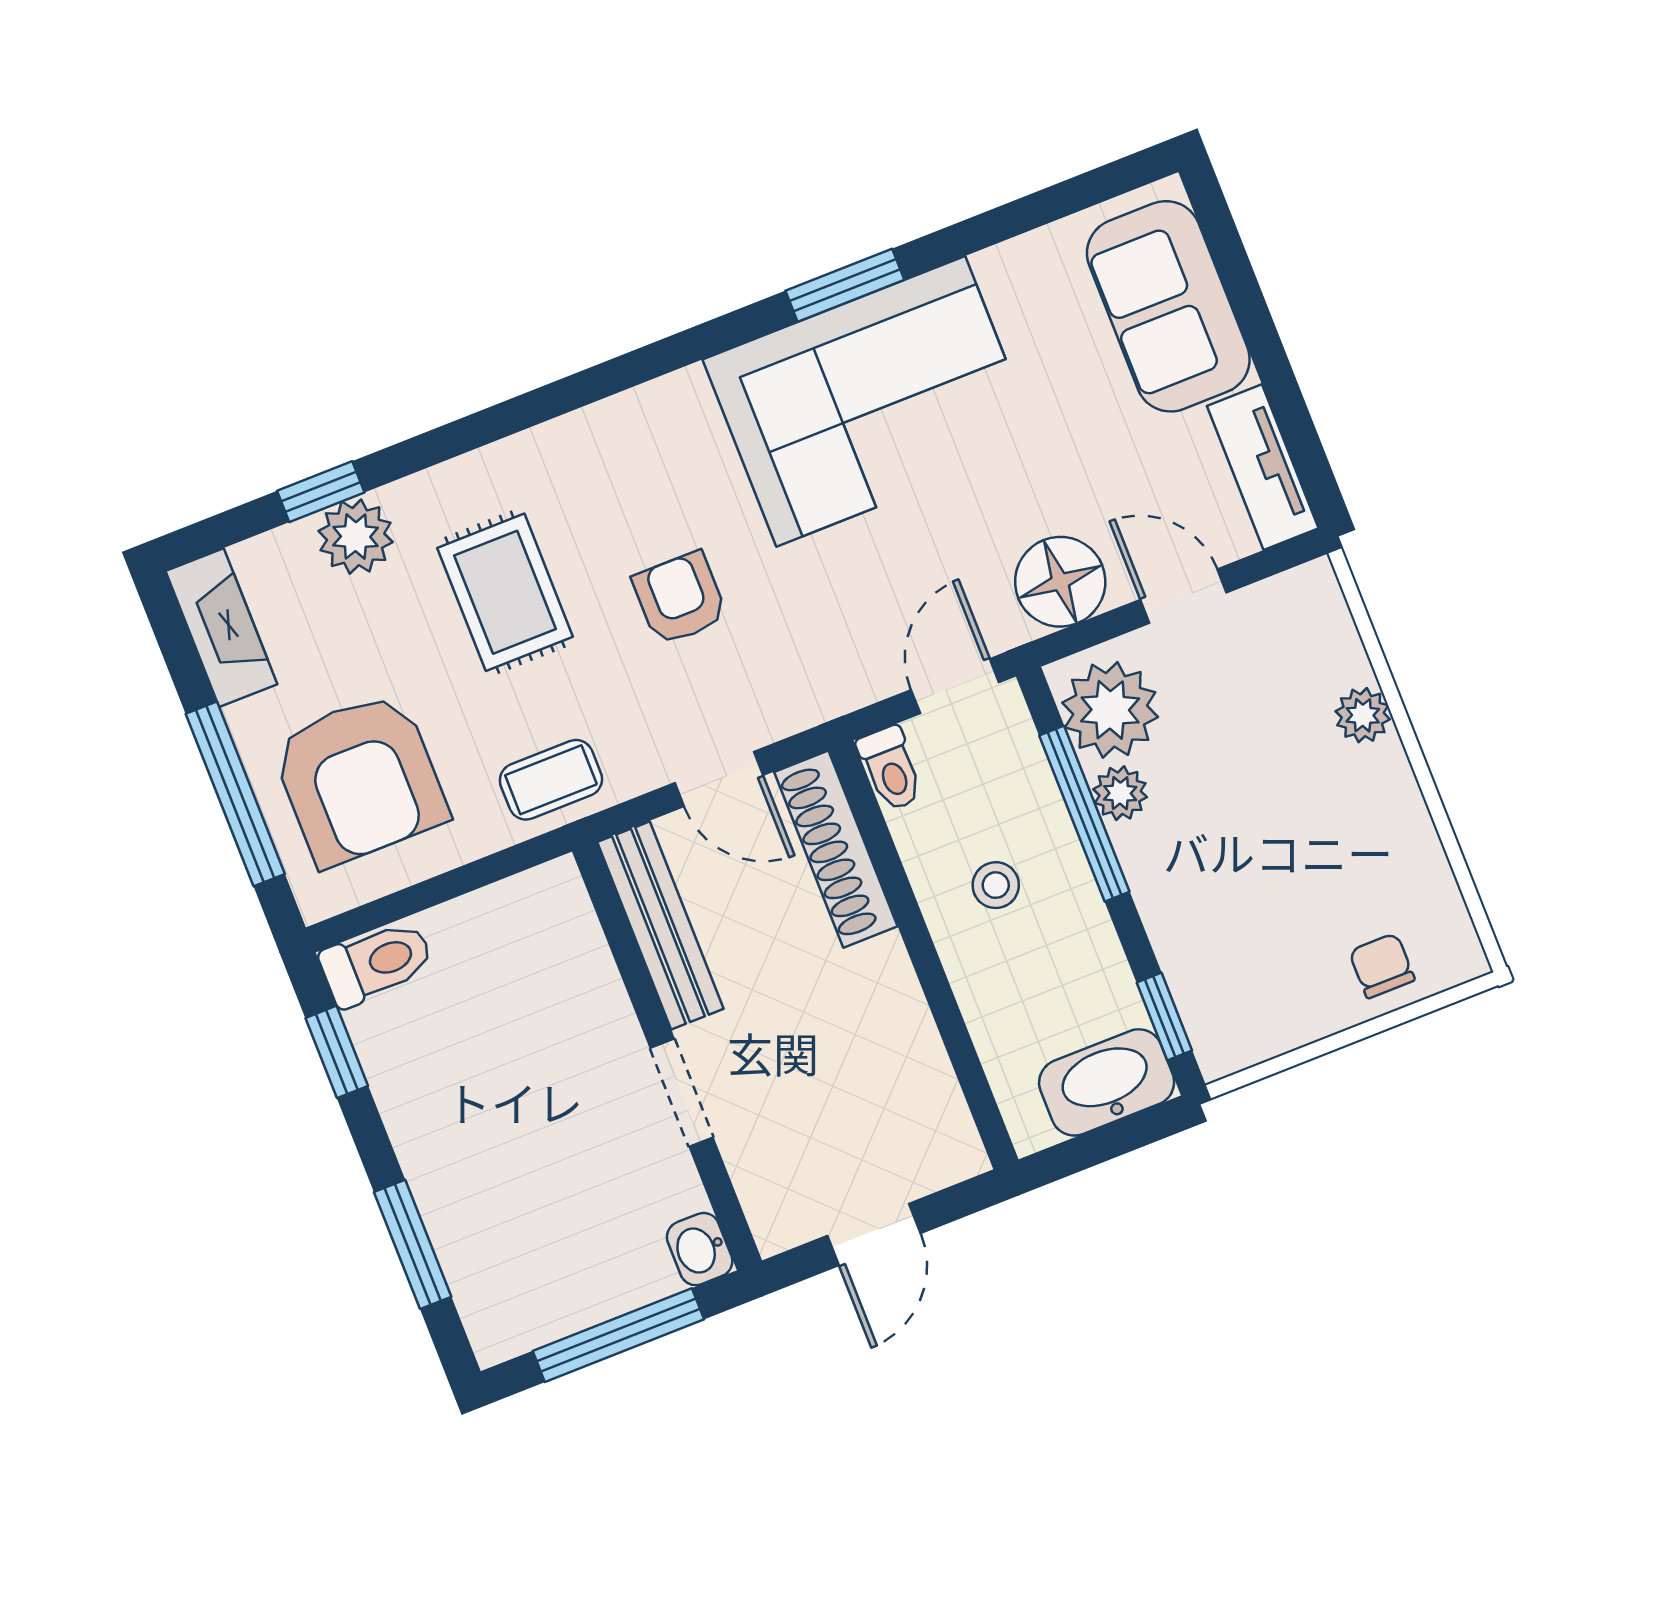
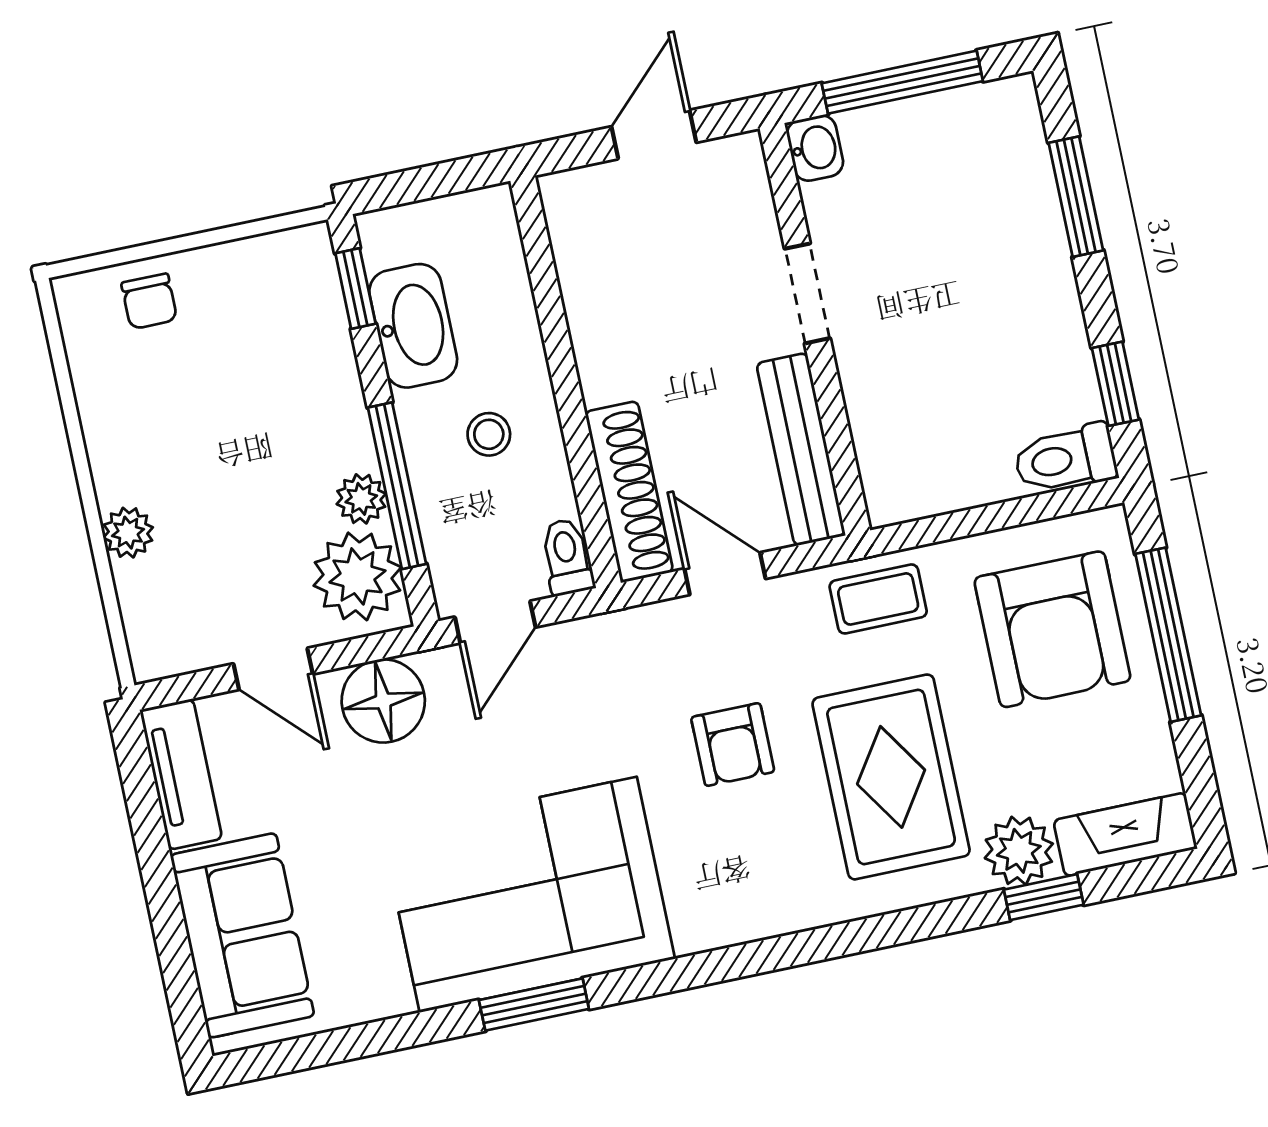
rug: (505, 592) -> (891, 777), width x1.36, depth x1.43
fireplace: (221, 628) -> (1125, 834), moved, turned 90
armchair: (360, 779) -> (1052, 629), turned 180
washbasin: (1107, 1082) -> (413, 326), moved, turned -90

